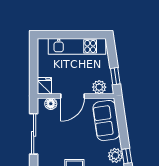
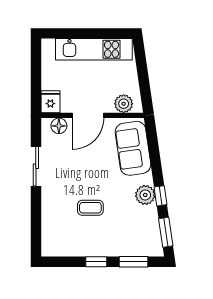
window: (115, 76) -> (145, 89), removed
sliding door: (34, 134) -> (36, 166), width x0.73

